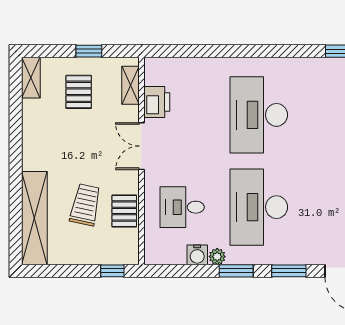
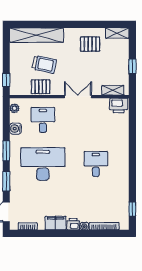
pallet: (79, 92) -> (90, 44), moved
printer: (157, 102) -> (119, 105), moved
desk: (259, 115) -> (96, 164), width x0.53, depth x0.77
plant: (217, 257) -> (14, 108), moved

